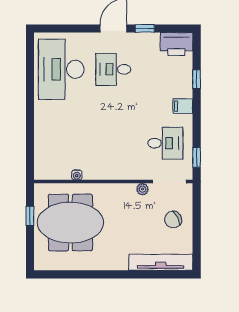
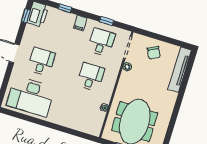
window: (145, 28) -> (26, 16), moved
desk: (113, 69) -> (41, 62), turned 180
desk: (113, 143) -> (91, 77), added
window: (197, 157) -> (107, 21), moved

